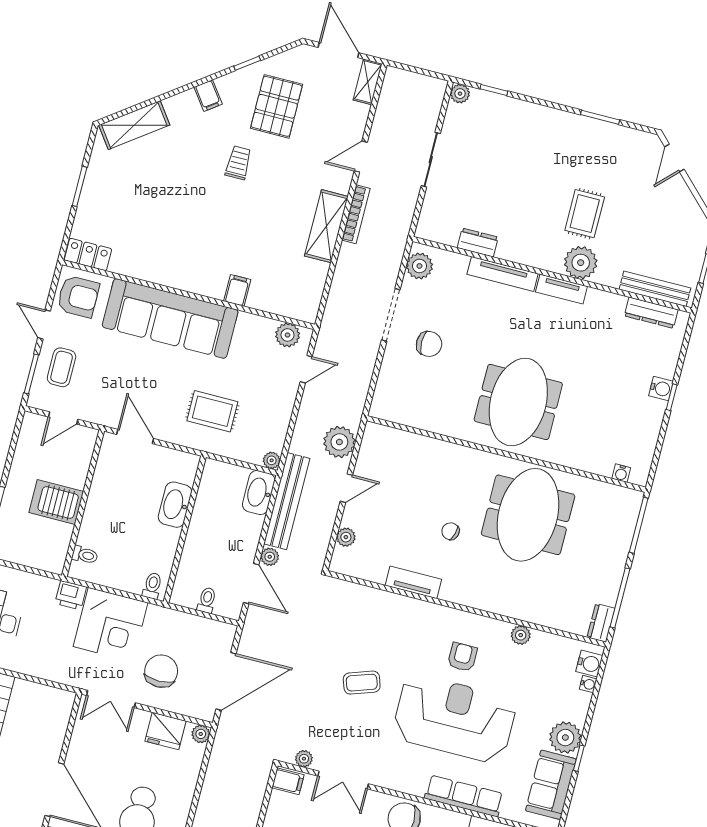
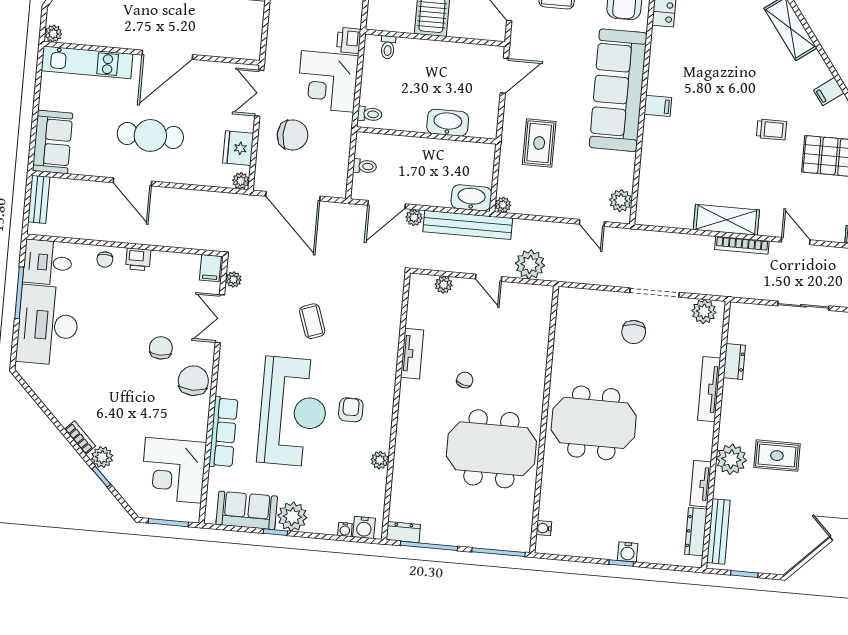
tv unit: (561, 289) -> (701, 484), moved
filing cabinet: (237, 290) -> (658, 106), moved
armchair: (462, 657) -> (351, 410), turned -90

